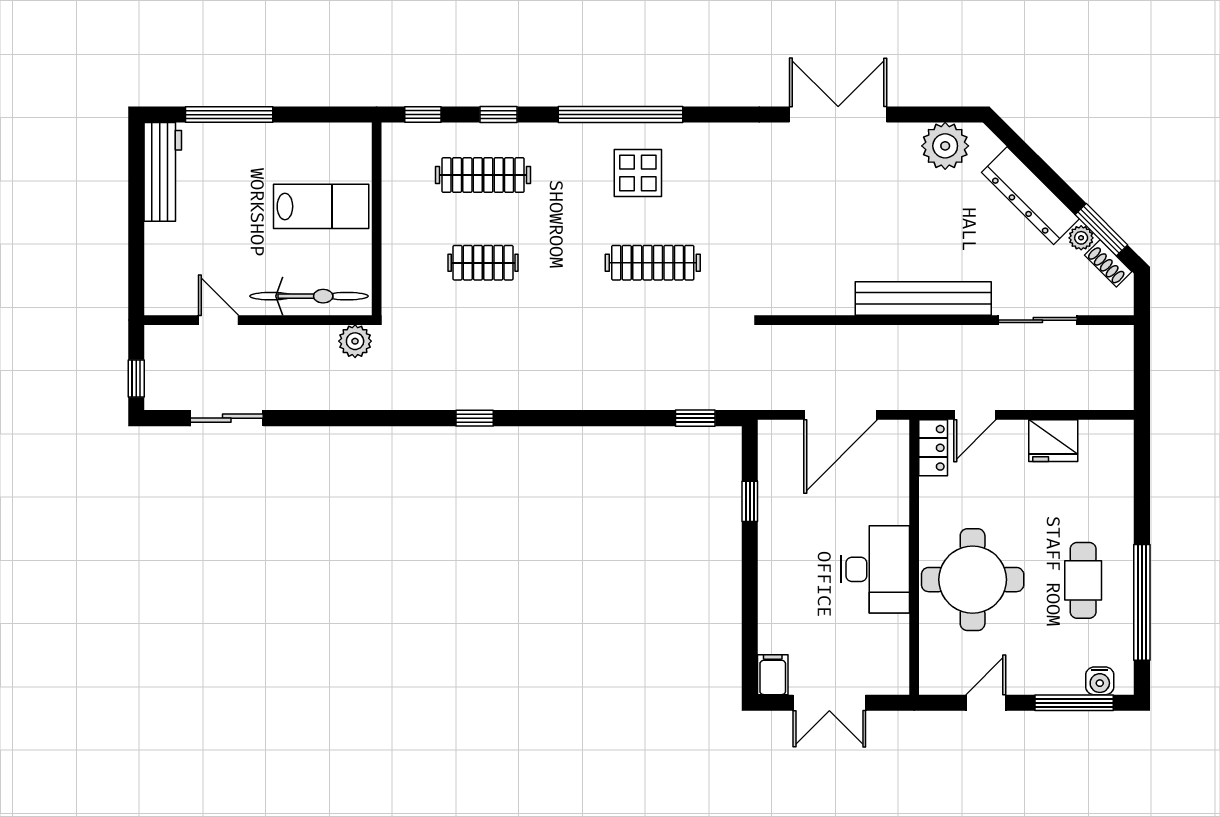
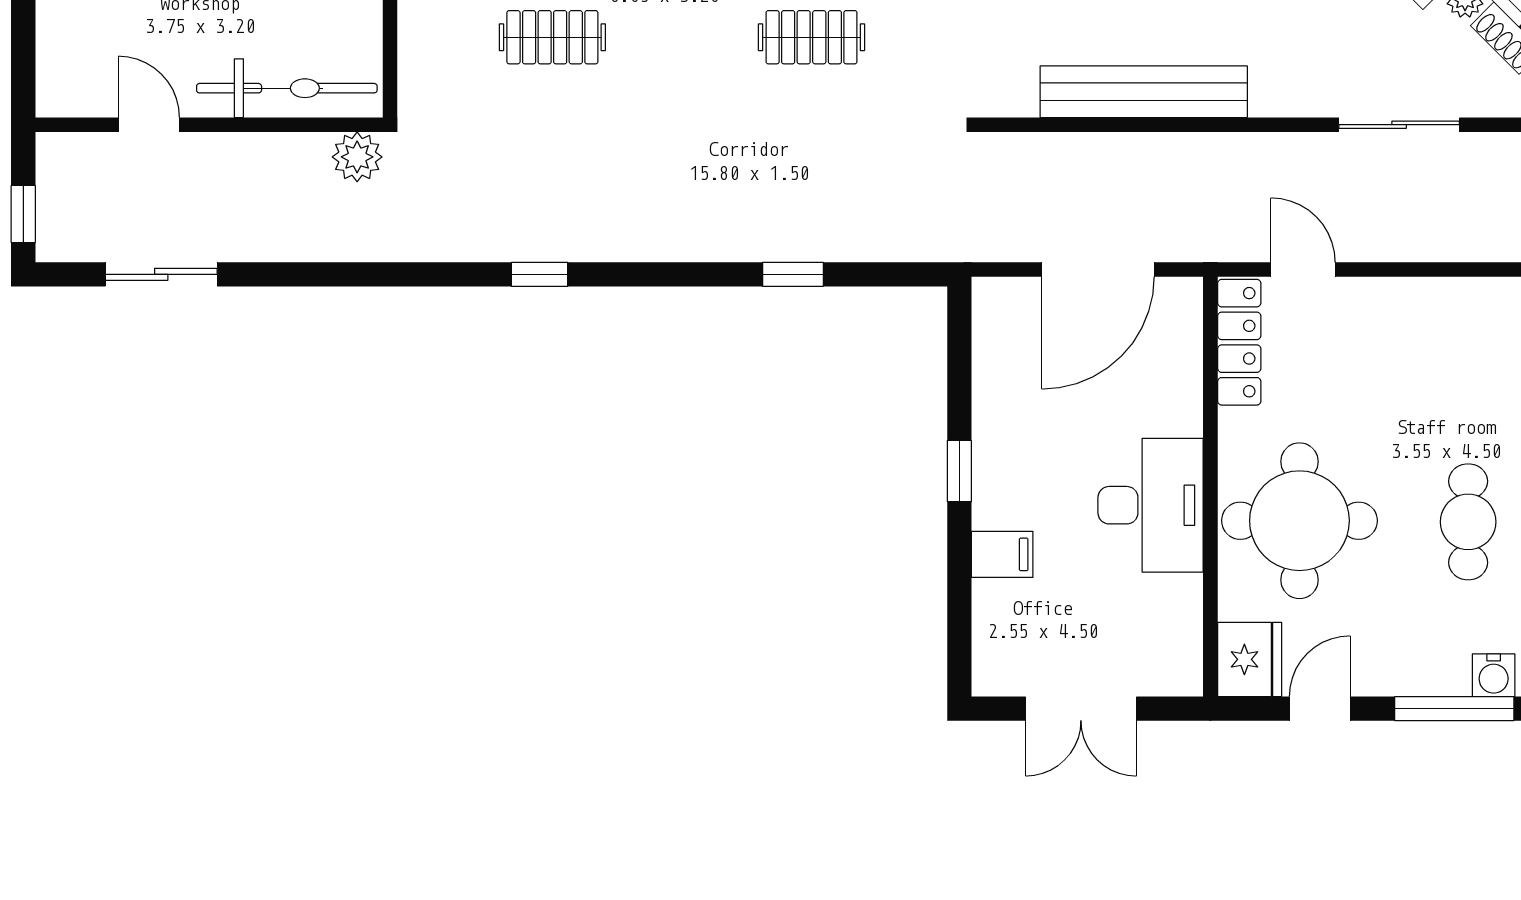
clothes rail: (653, 263) -> (811, 37), width x0.73
bench: (923, 298) -> (1144, 92), moved
door: (975, 415) -> (1303, 270), swing flipped
window: (695, 418) -> (793, 274), moved
fridge: (1053, 441) -> (1250, 659), moved, turned -90
locker: (933, 448) -> (1239, 342), width x1.53
window: (750, 501) -> (959, 471), moved
filing cabinet: (773, 675) -> (1002, 554), moved, turned 90

